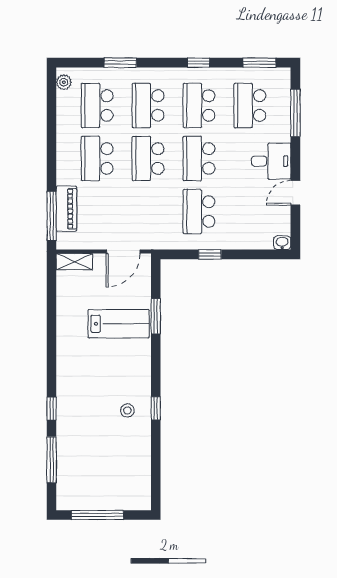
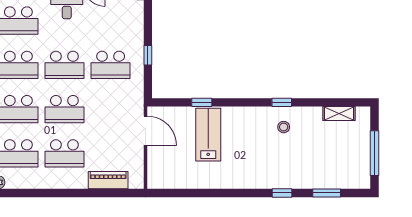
window: (52, 216) -> (114, 193), removed
shelving: (74, 262) -> (339, 113), moved, turned 90
window: (156, 316) -> (202, 102), width x0.67
window: (52, 460) -> (327, 193), width x0.69

